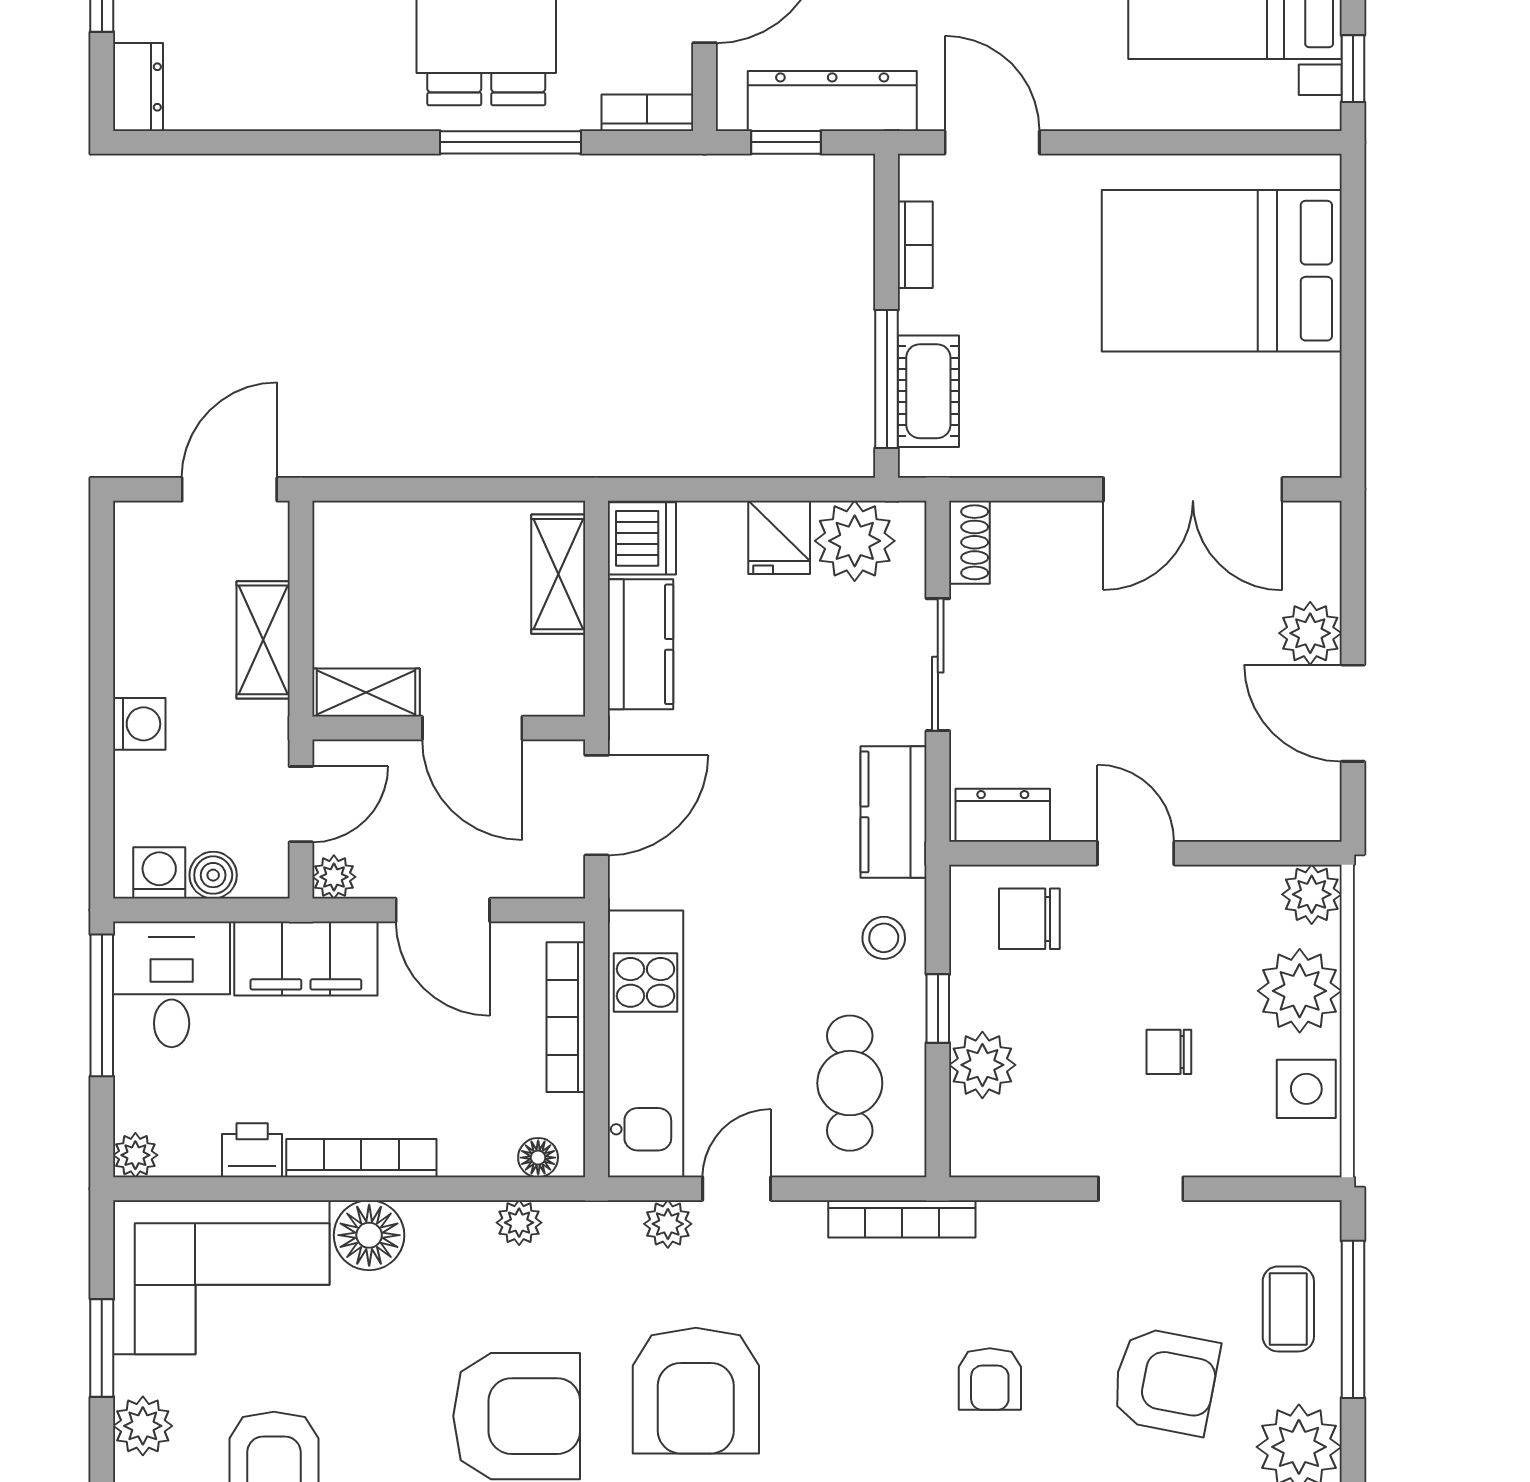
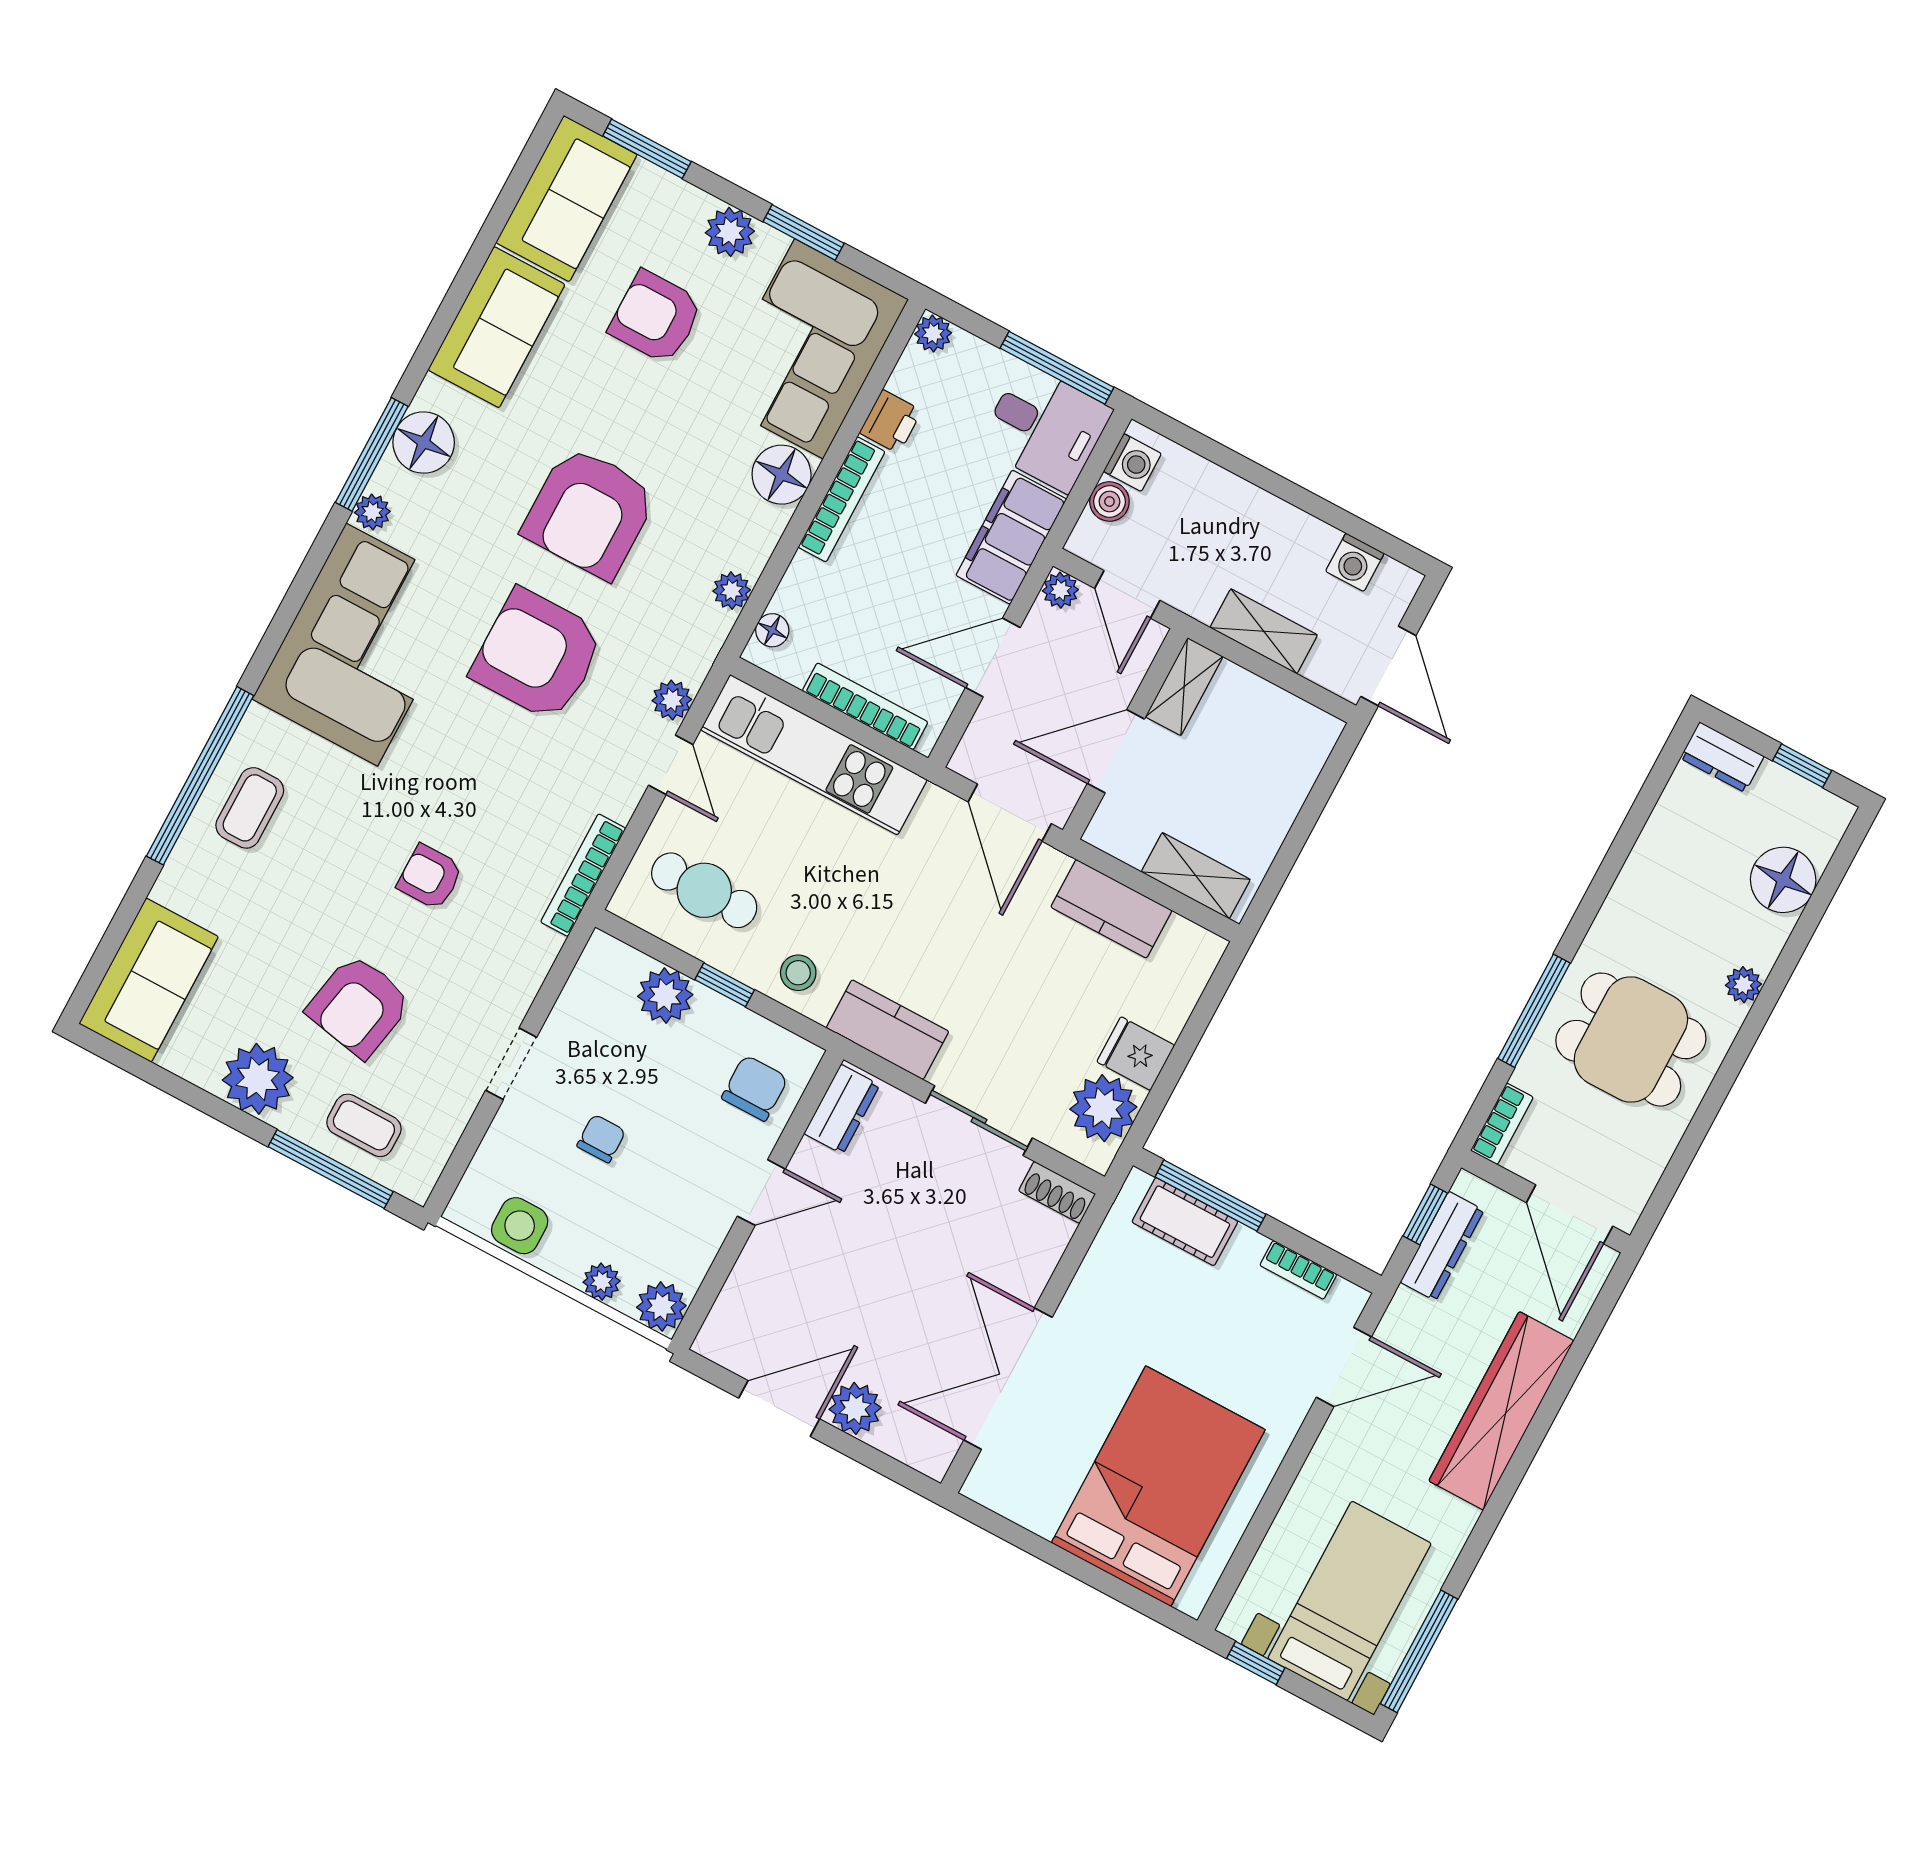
dresser: (832, 101) -> (1442, 1246), width x0.73, depth x0.80
dishwasher: (642, 538) -> (1189, 952), removed
washing machine: (139, 724) -> (1355, 562), moved
plant: (1300, 991) -> (602, 1282), width x0.53, depth x0.53

